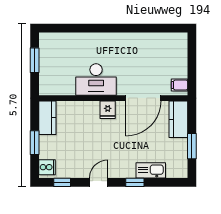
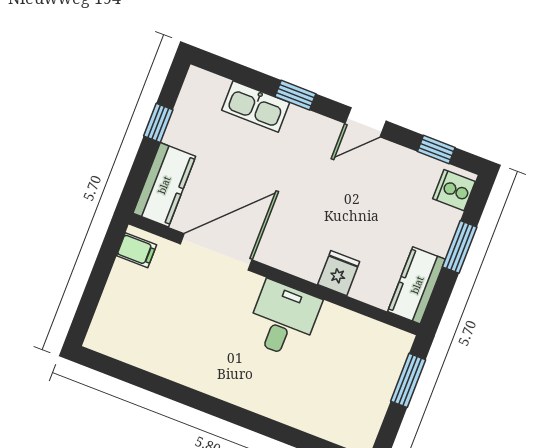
window: (35, 60) -> (408, 380), moved
desk: (96, 79) -> (283, 319), width x0.73
fridge: (108, 110) -> (339, 273), moved
window: (192, 146) -> (158, 123), width x0.67

